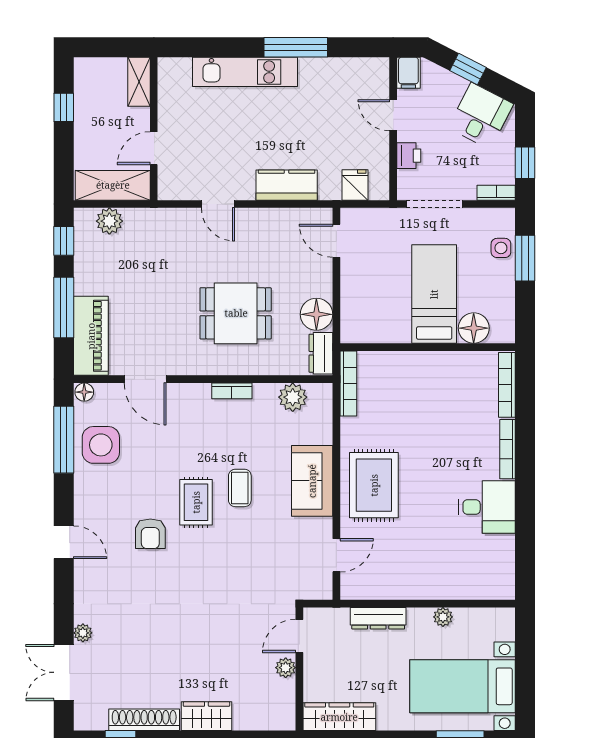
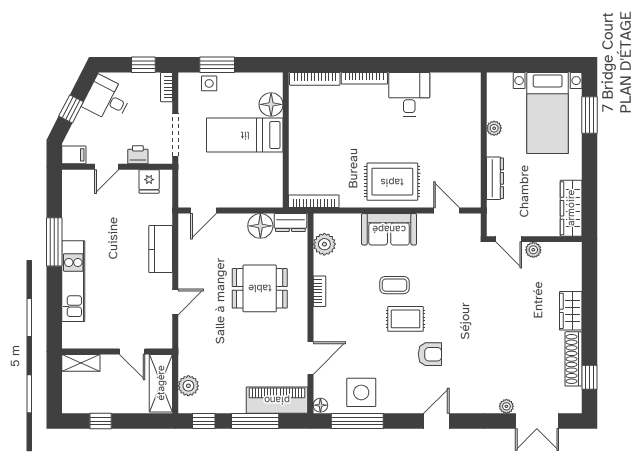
fridge: (355, 185) -> (149, 181), moved, turned -90
dining table: (236, 313) -> (260, 288), turned 90

